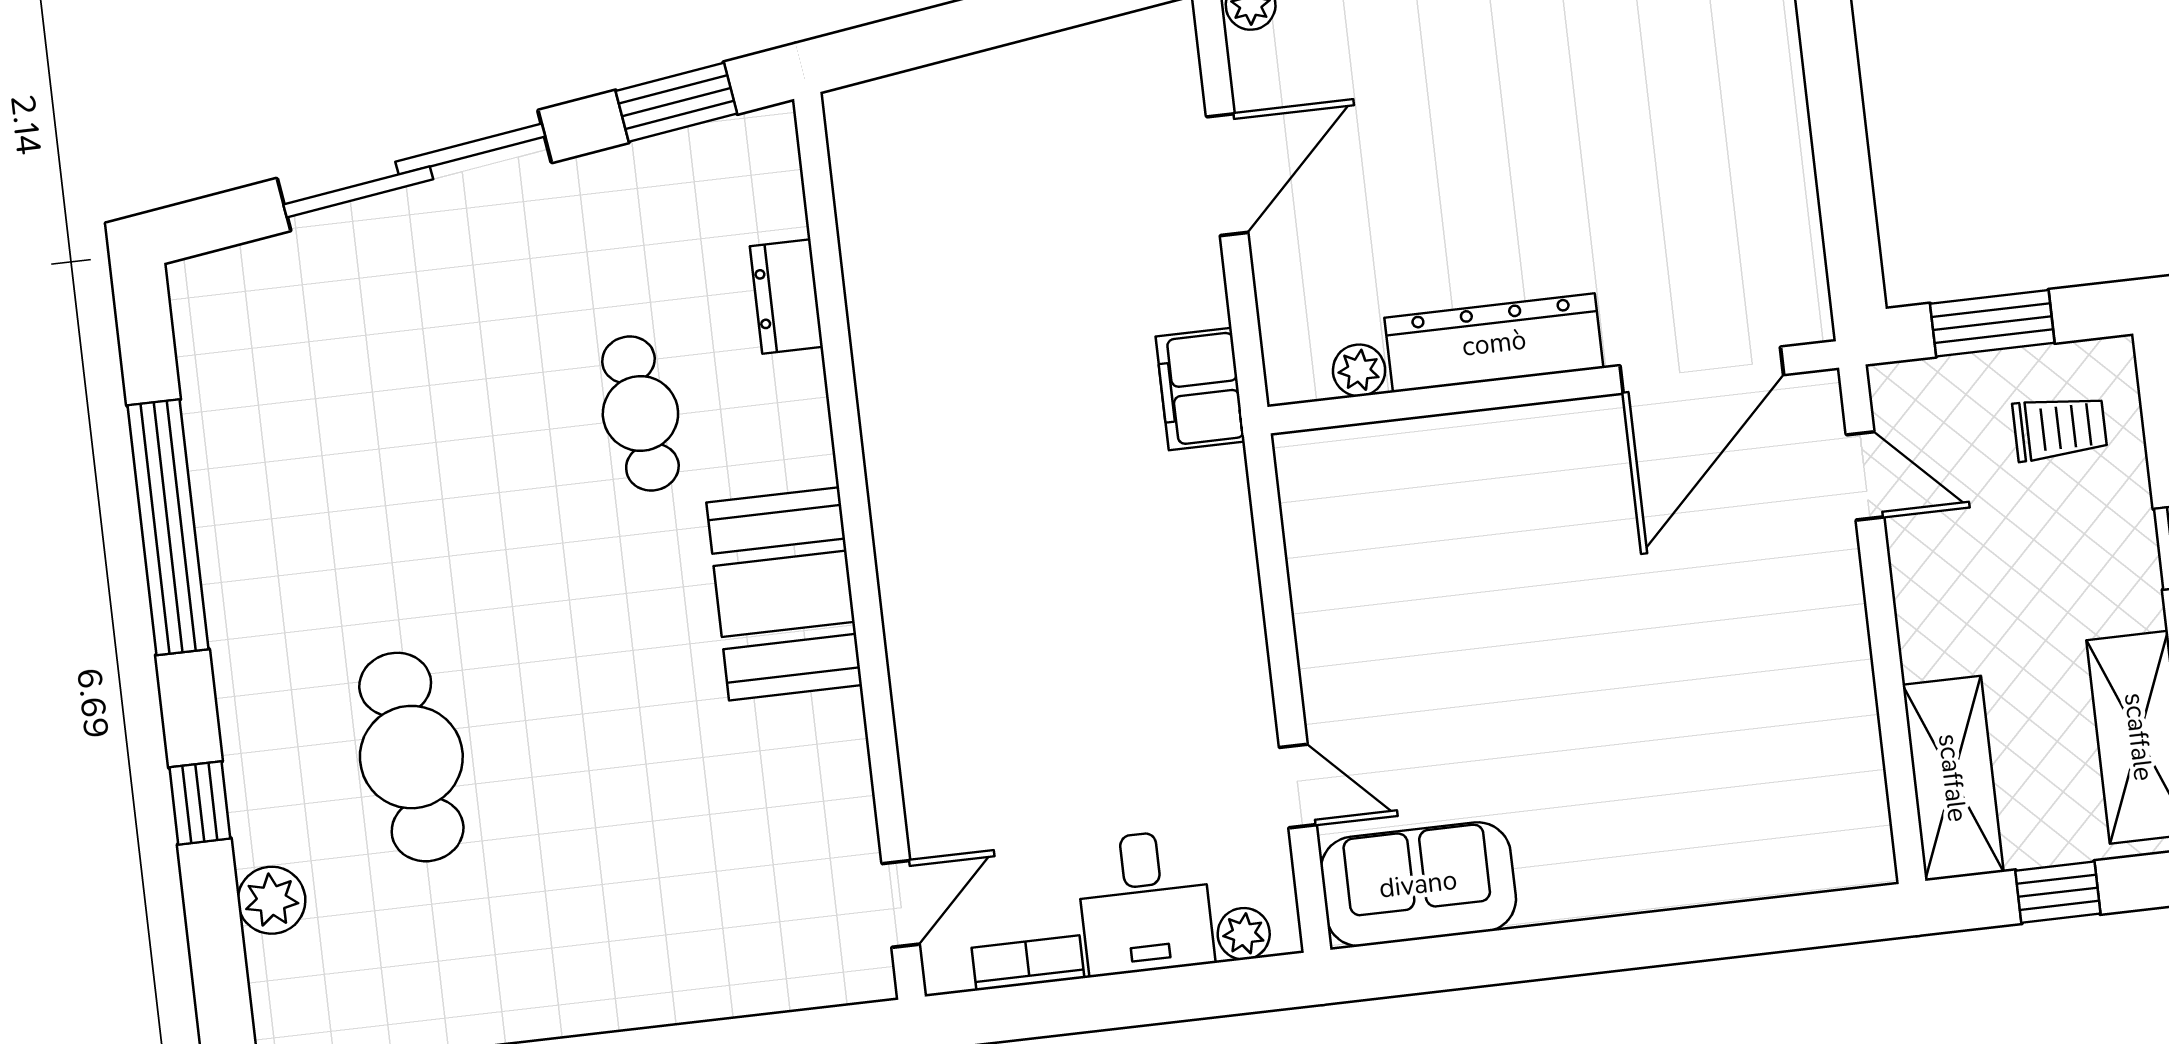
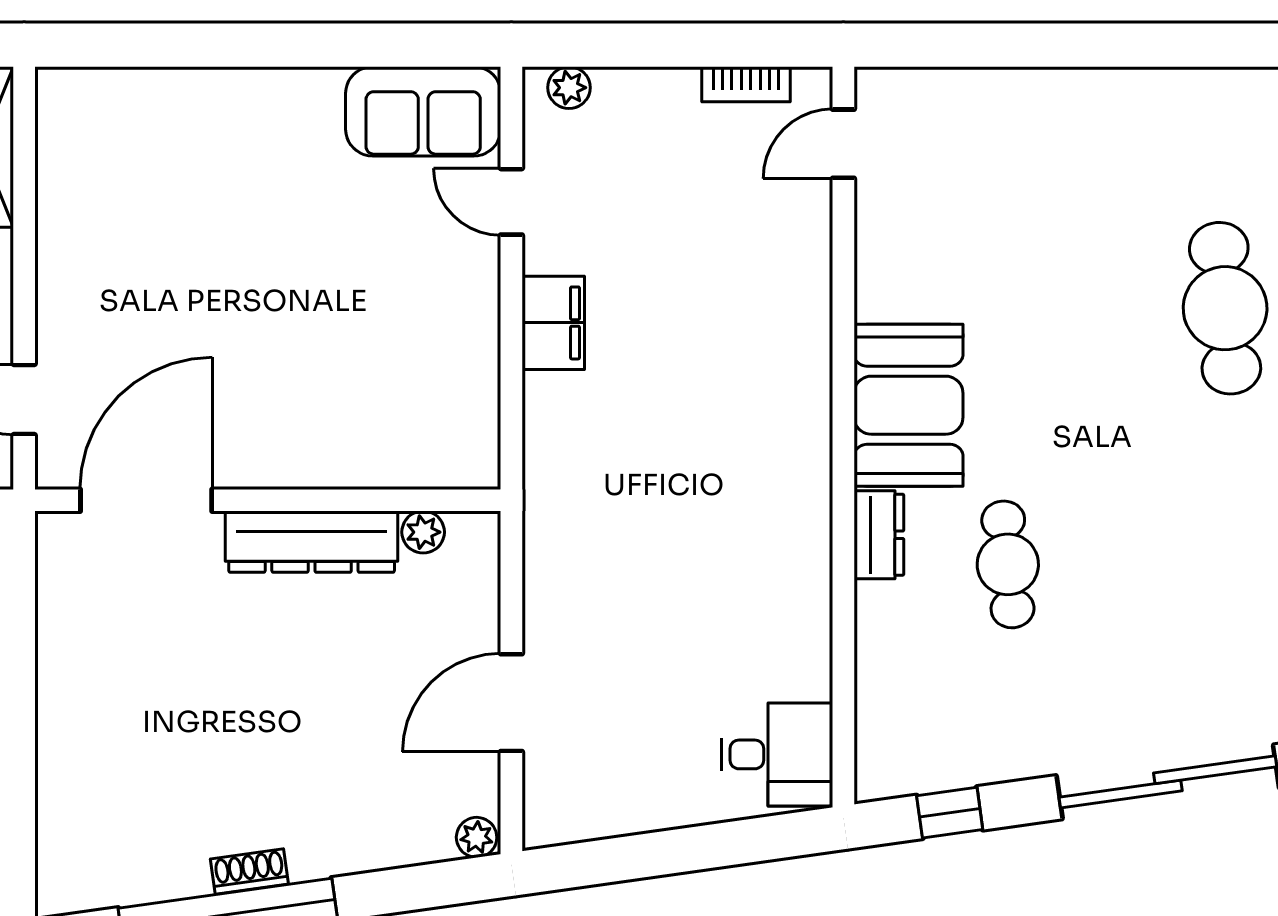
window: (676, 102) -> (950, 813), width x0.67
dresser: (786, 296) -> (879, 535), moved
filing cabinet: (1200, 389) -> (553, 323), moved
desk: (1145, 902) -> (777, 754), moved, turned 90

